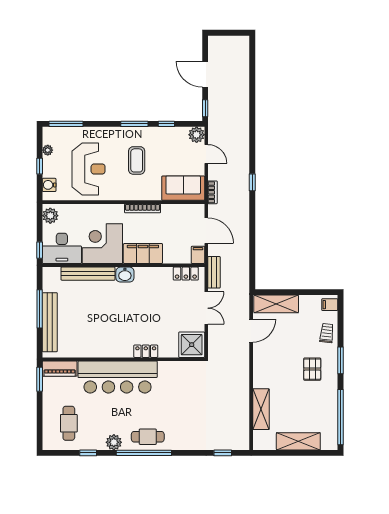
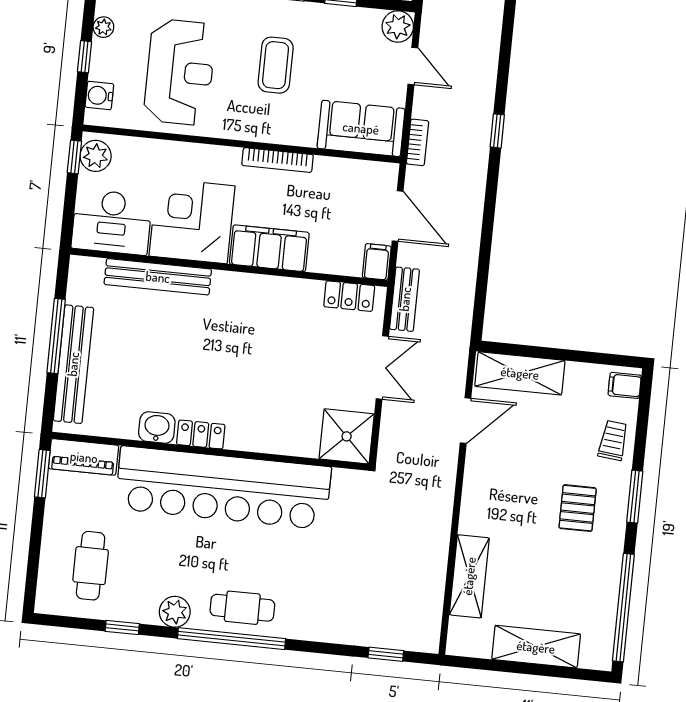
window: (40, 250) -> (74, 157), moved
washbasin: (125, 275) -> (157, 428), moved, turned 180
locker: (146, 351) -> (201, 434), moved
bar counter: (118, 377) -> (223, 488), width x1.36

